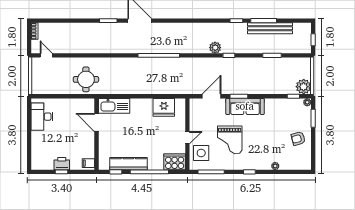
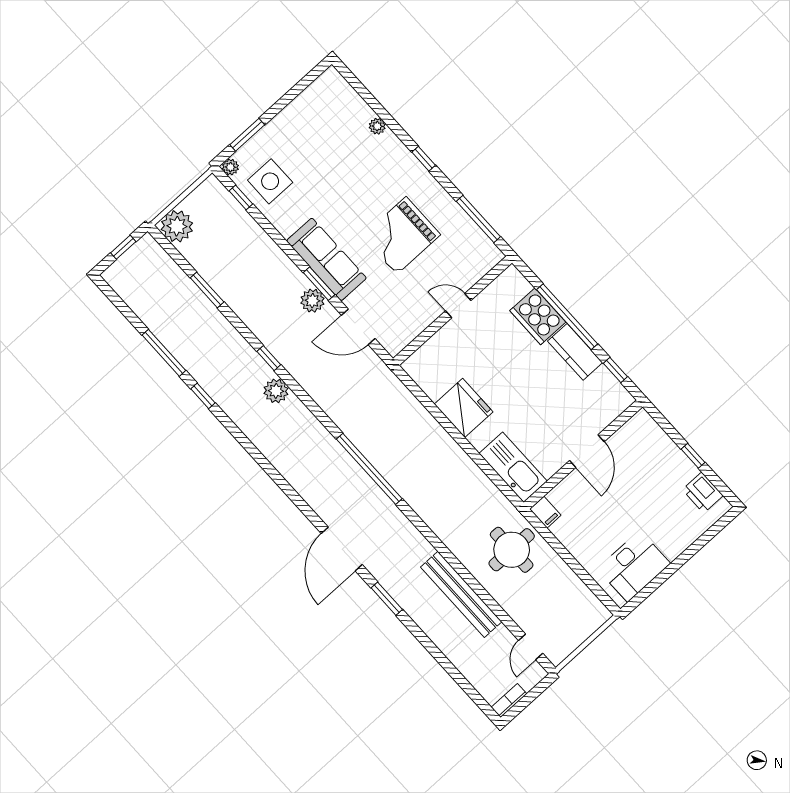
bench: (270, 28) -> (461, 594), moved
plant: (304, 87) -> (177, 226), moved
plant: (235, 89) -> (312, 301), added
fridge: (164, 107) -> (464, 408), moved
door: (97, 122) -> (587, 451), moved
armchair: (298, 139) -> (301, 129), removed
grand piano: (230, 140) -> (401, 236), turned 180
side table: (201, 153) -> (270, 181), moved
cooker: (175, 162) -> (538, 316), moved
filing cabinet: (88, 163) -> (545, 512), moved
printer: (62, 164) -> (703, 493), moved
kitchen counter: (128, 164) -> (575, 352), width x0.67

